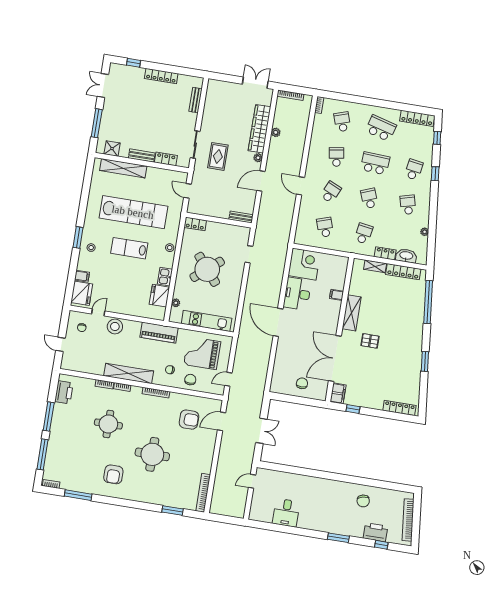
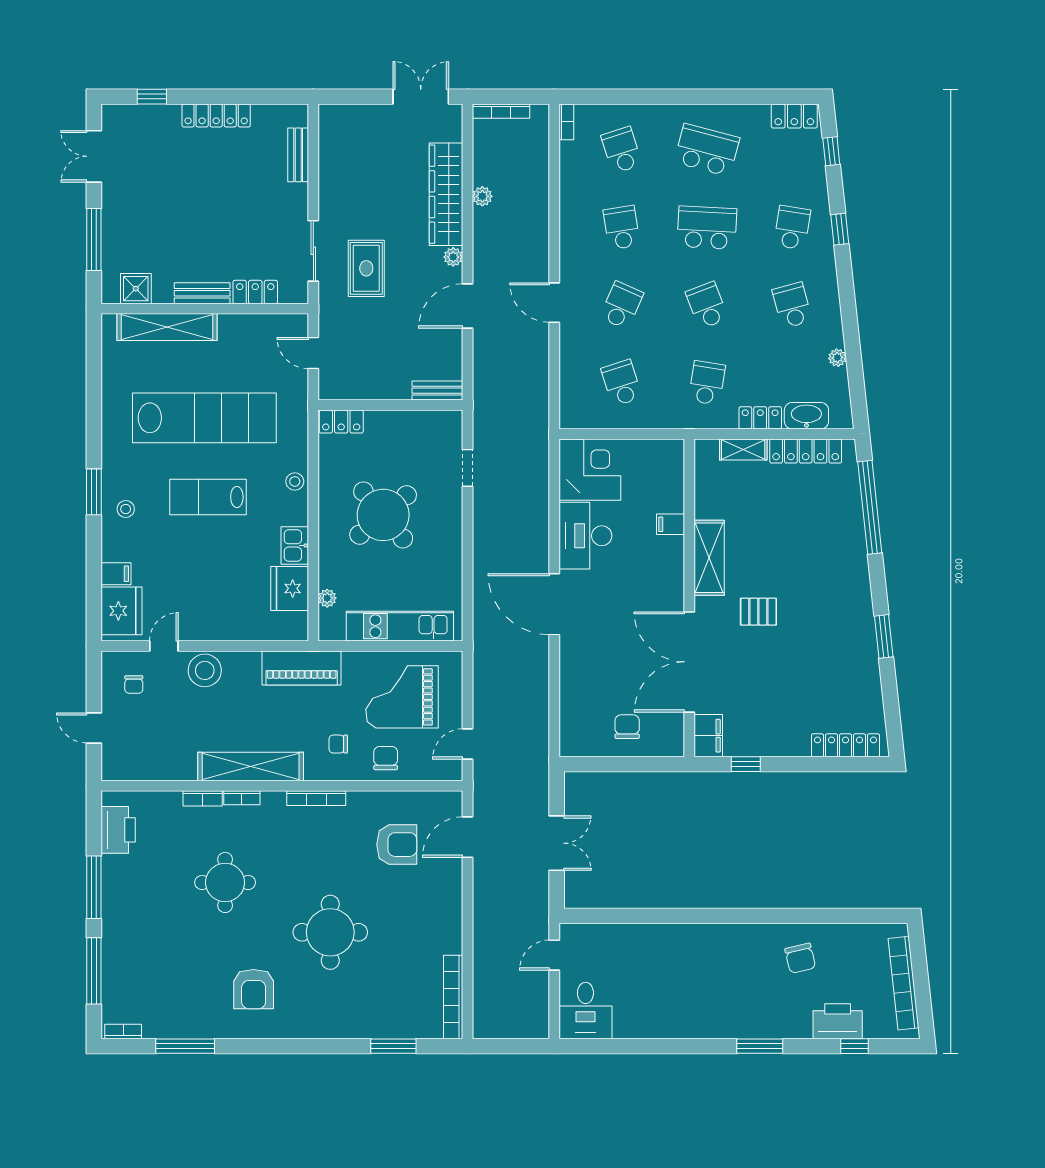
locker: (417, 118) -> (794, 116), width x0.66
desk: (286, 513) -> (585, 1010), moved

